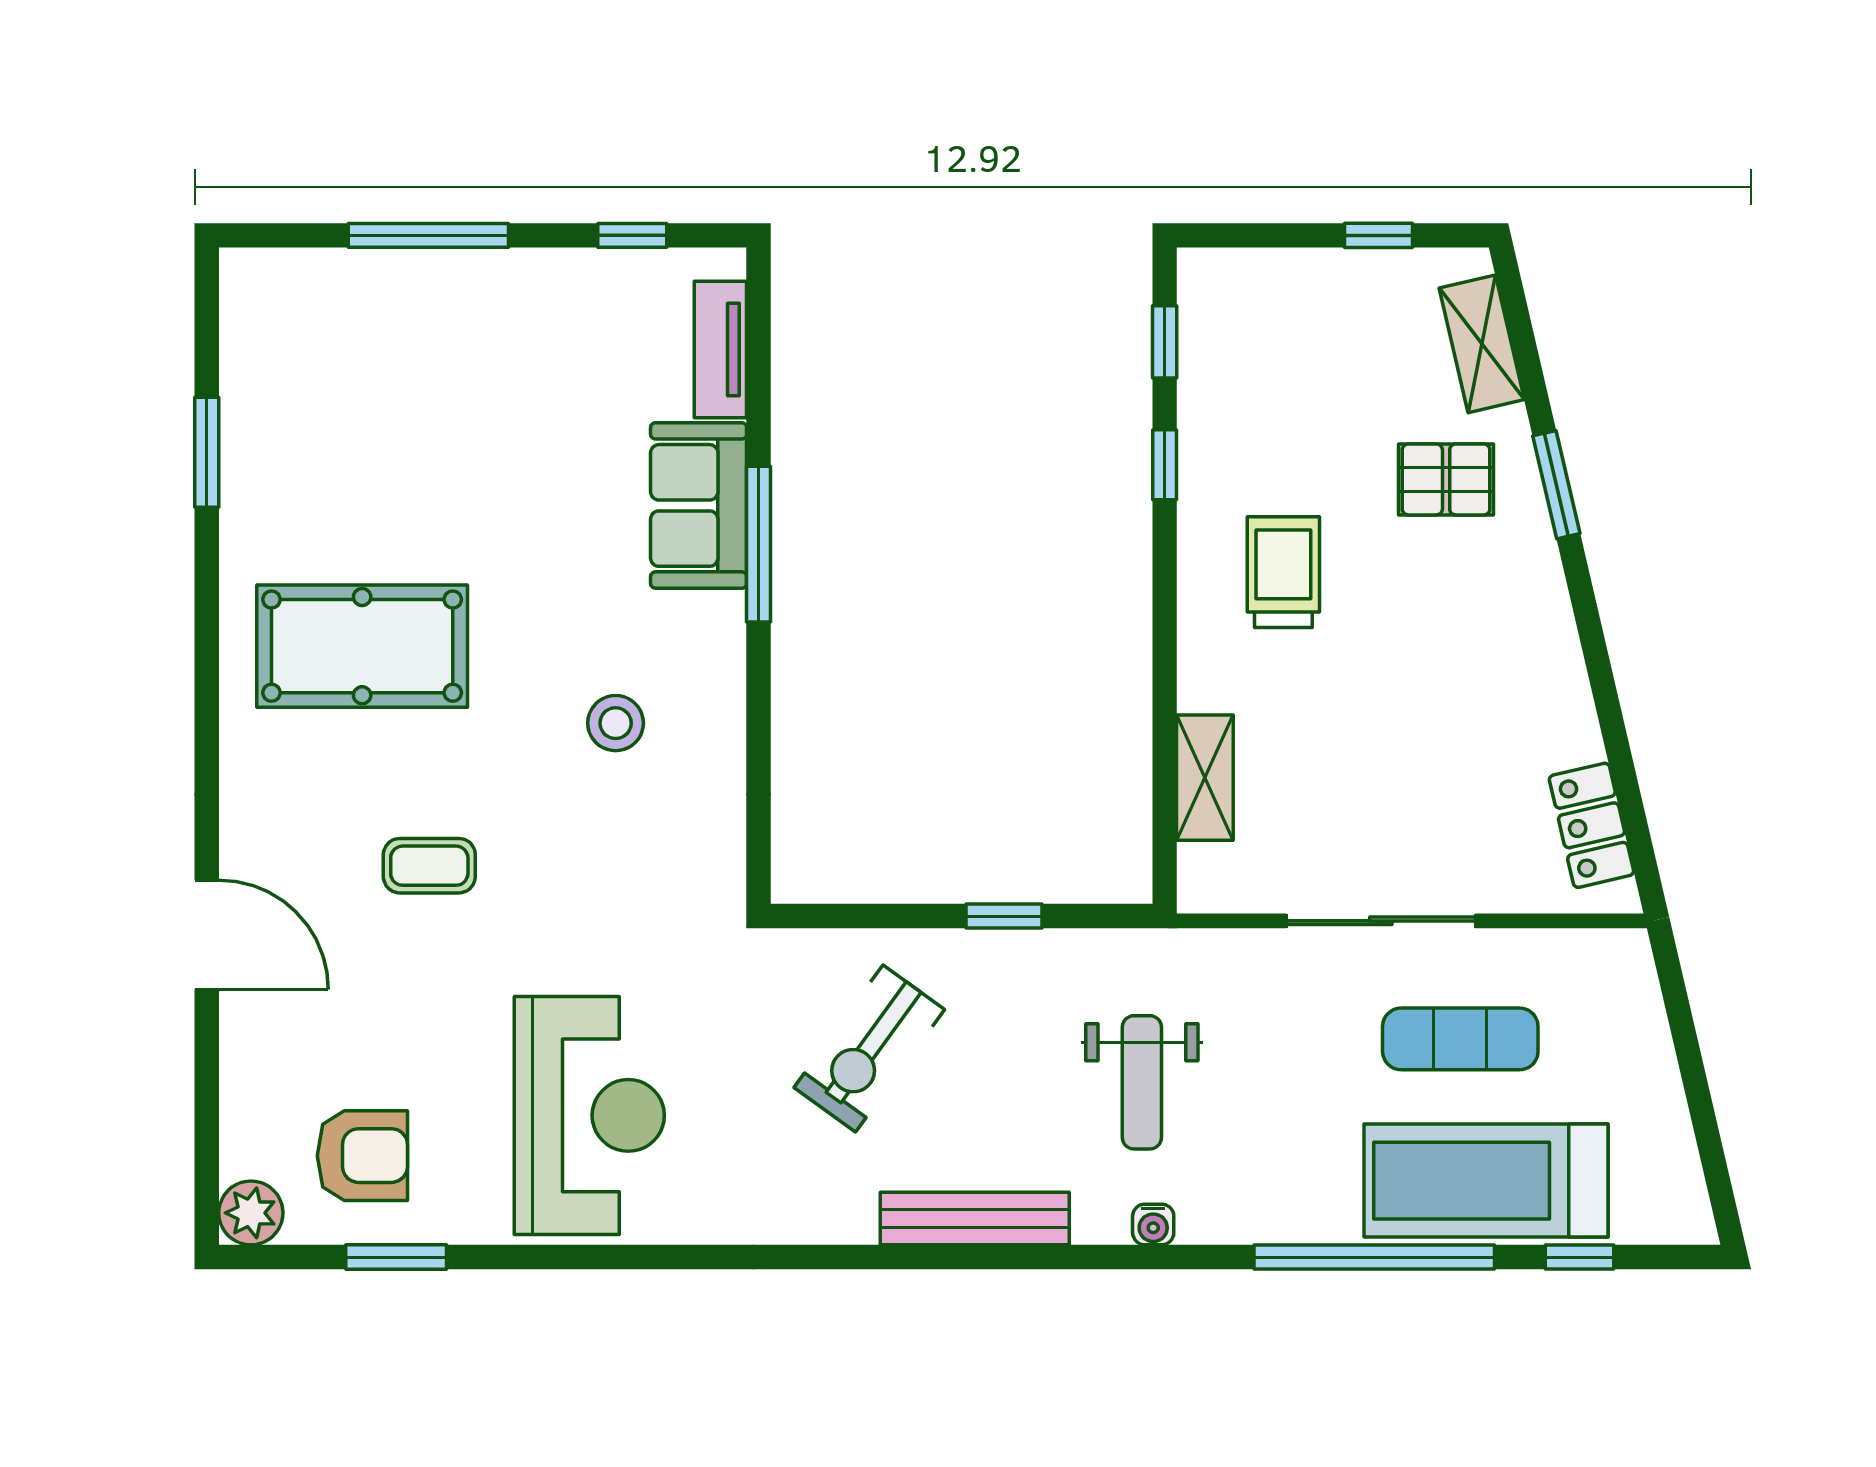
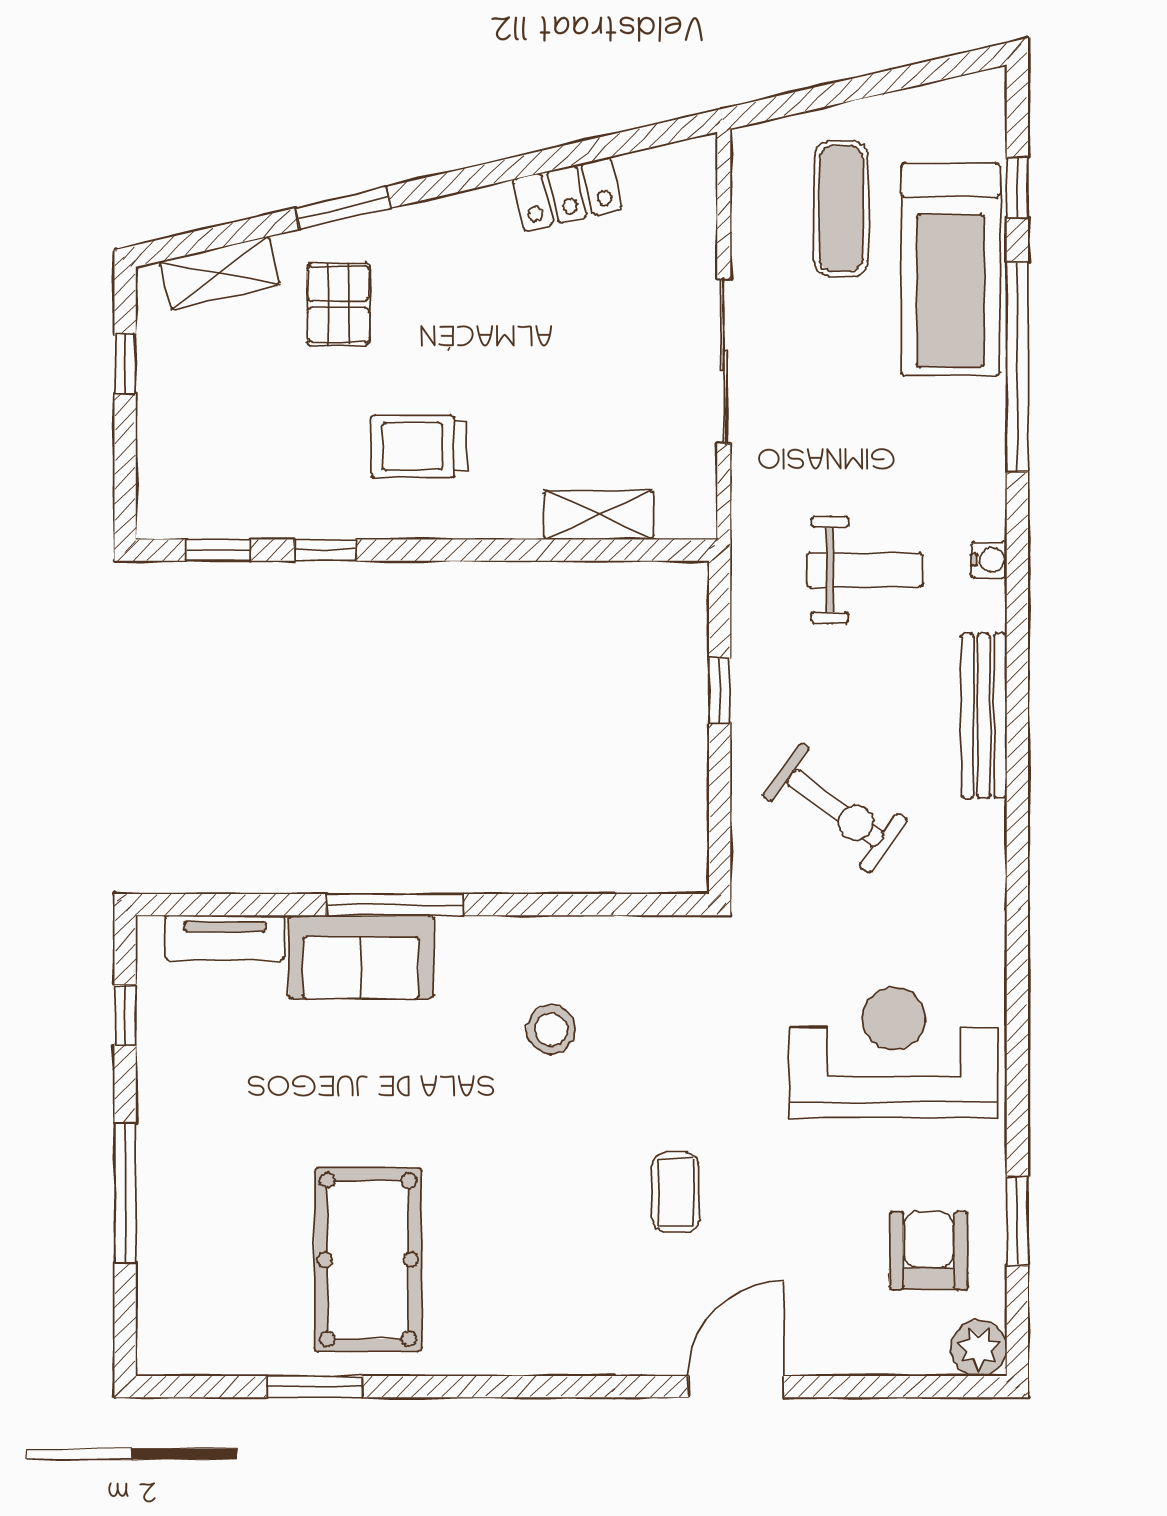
pool table: (362, 646) -> (368, 1260), moved
locker: (1591, 825) -> (567, 194), moved
exercise mat: (1460, 1039) -> (841, 209), moved

